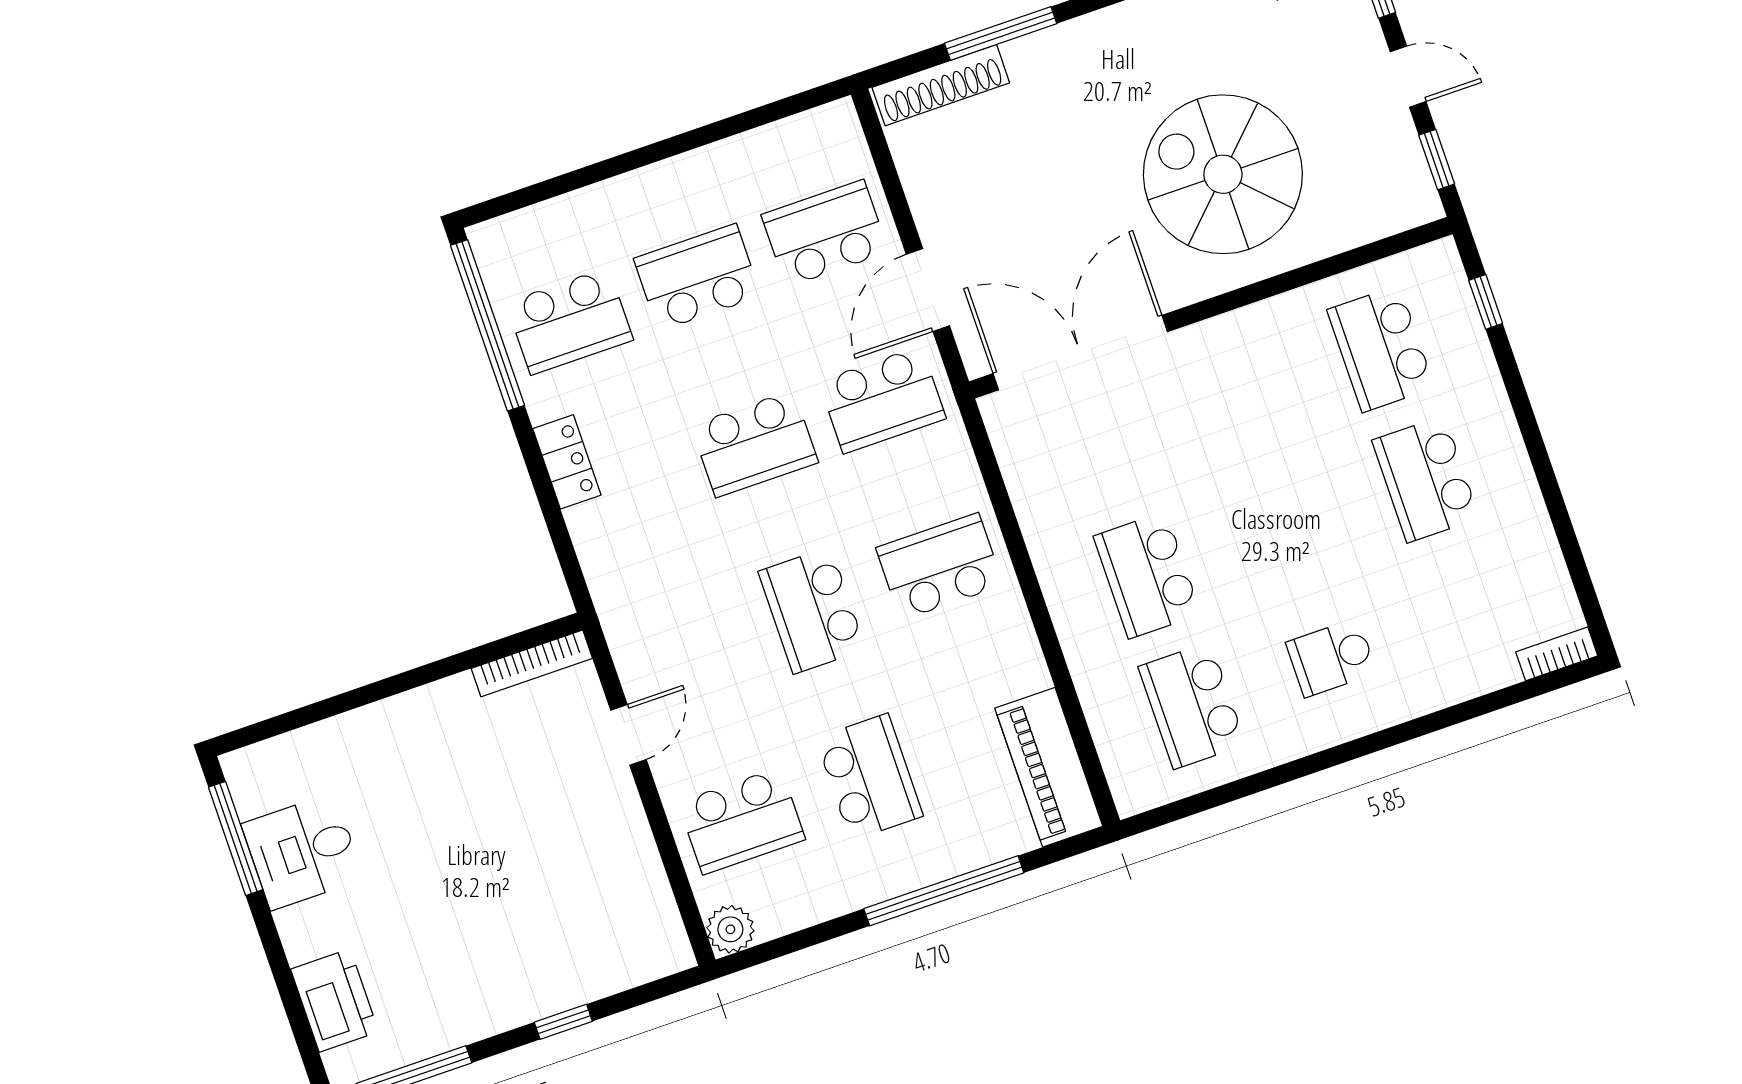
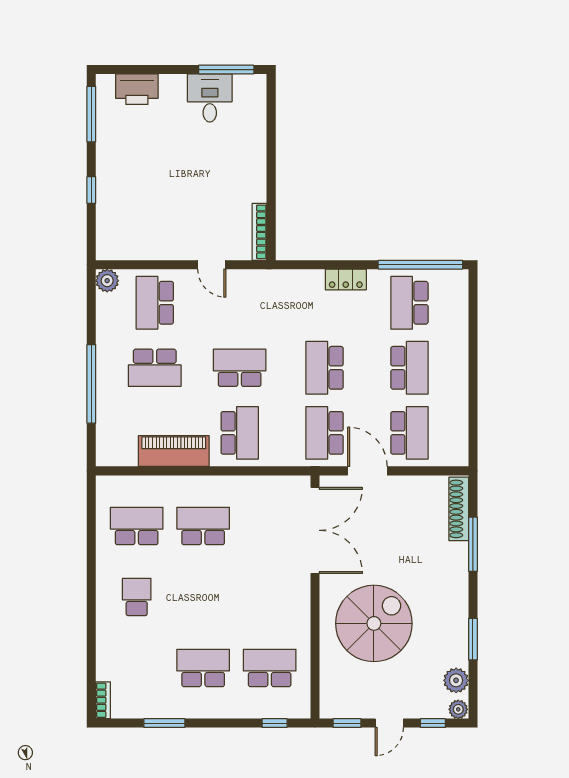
window: (1560, 518) -> (164, 723), added
piano: (1049, 767) -> (174, 451), moved

